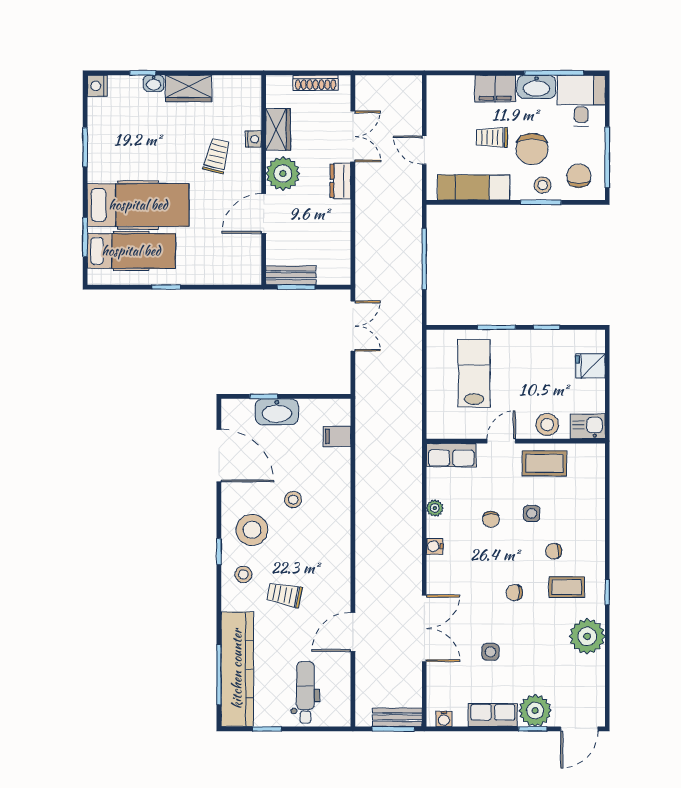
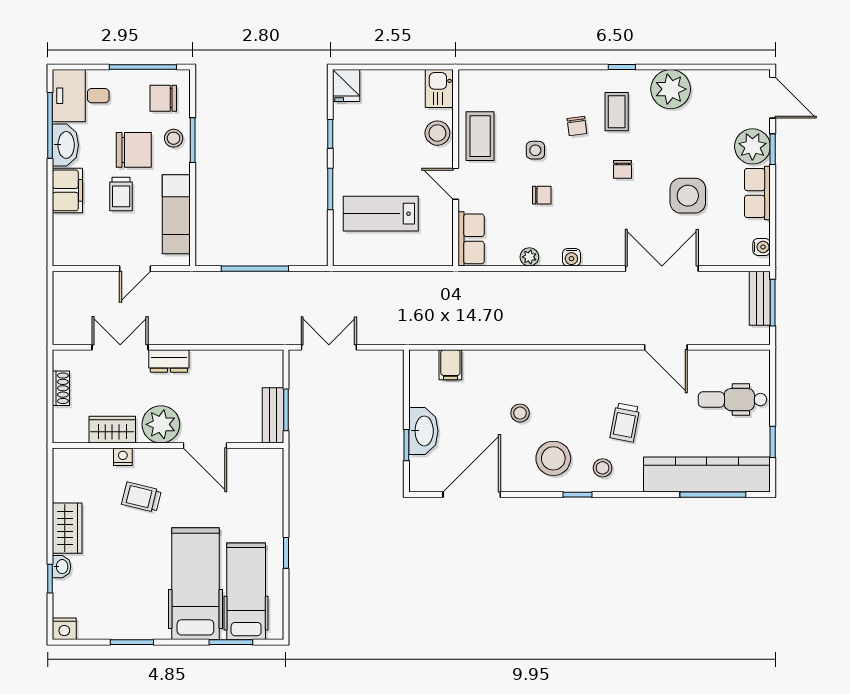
shoe rack: (316, 83) -> (61, 388), width x0.70
fridge: (590, 366) -> (346, 86), moved
side table: (490, 652) -> (688, 196), width x1.87, depth x1.87

